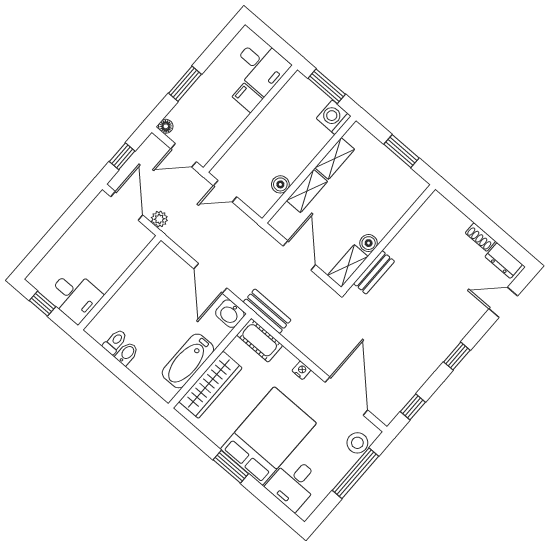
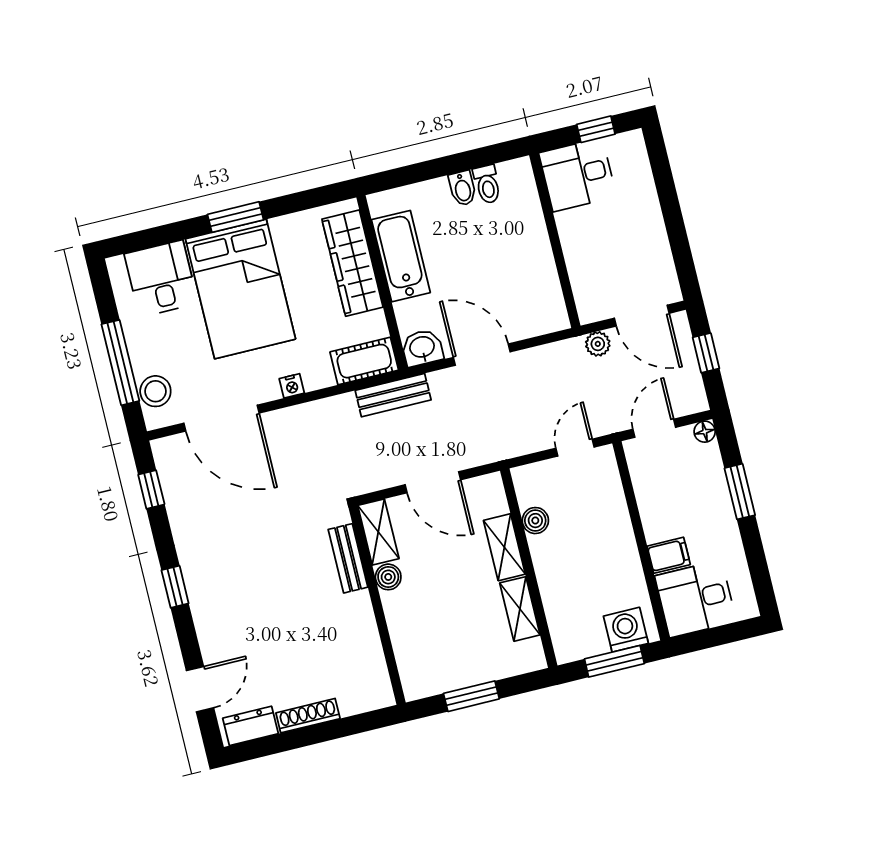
washing machine: (334, 117) -> (626, 630), moved, turned -90
shoe rack: (480, 237) -> (308, 716), width x1.43

